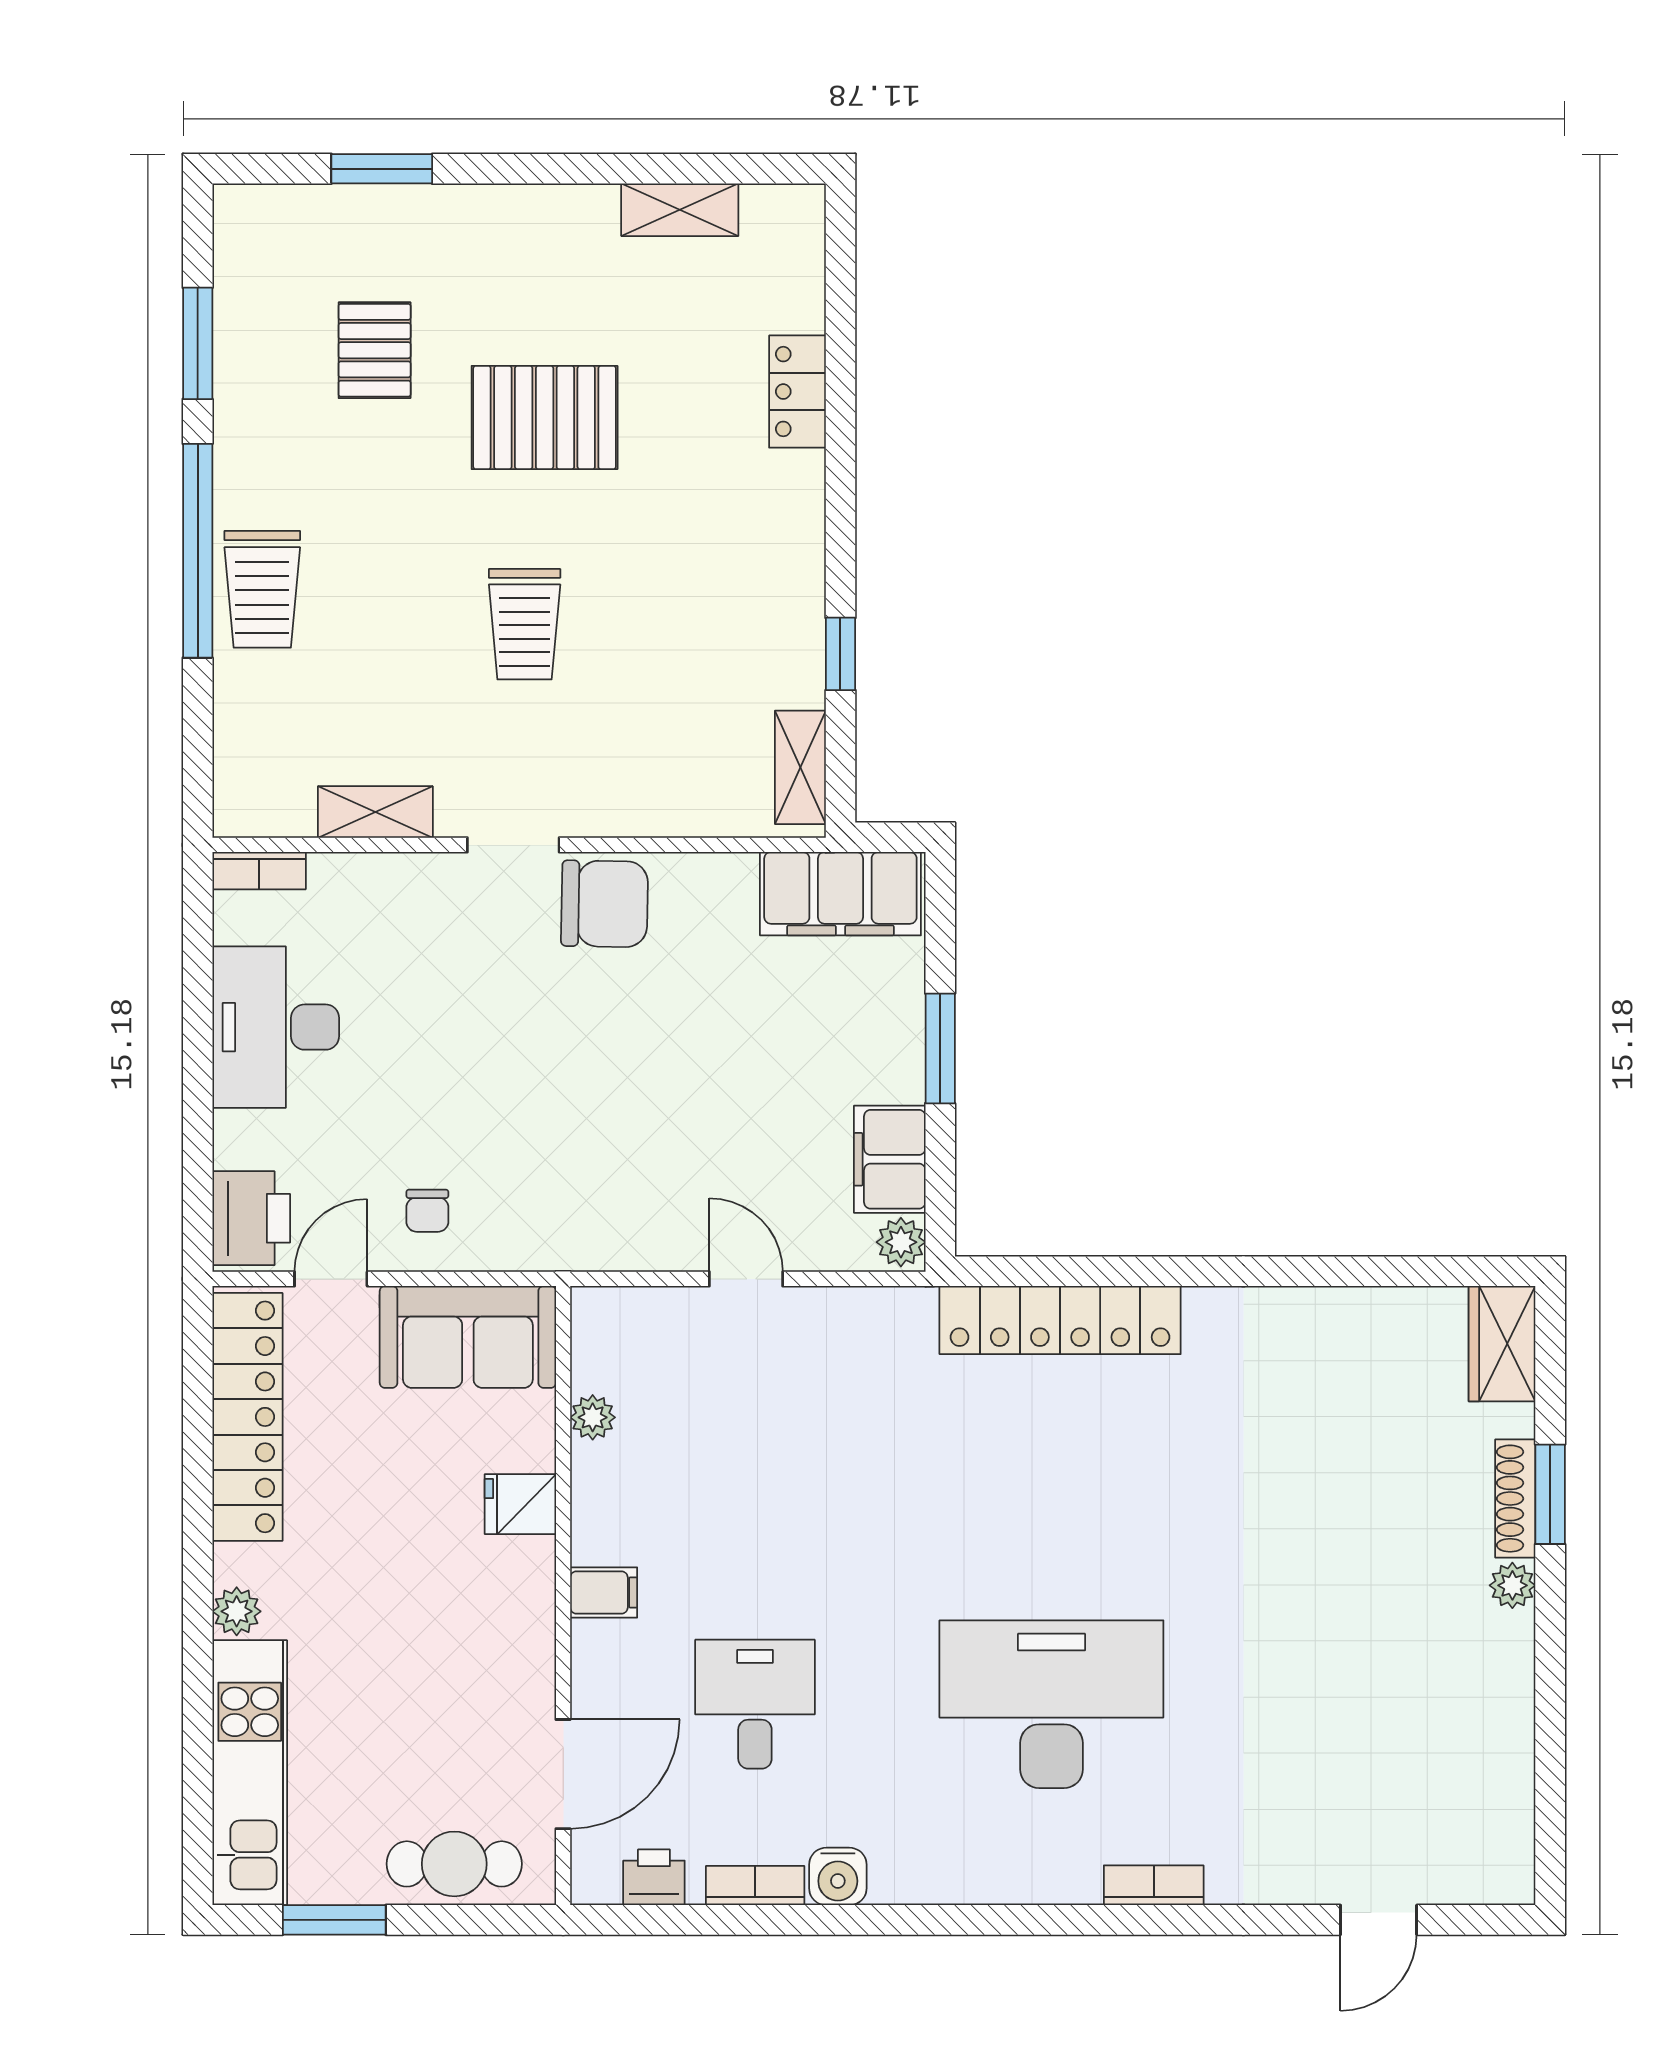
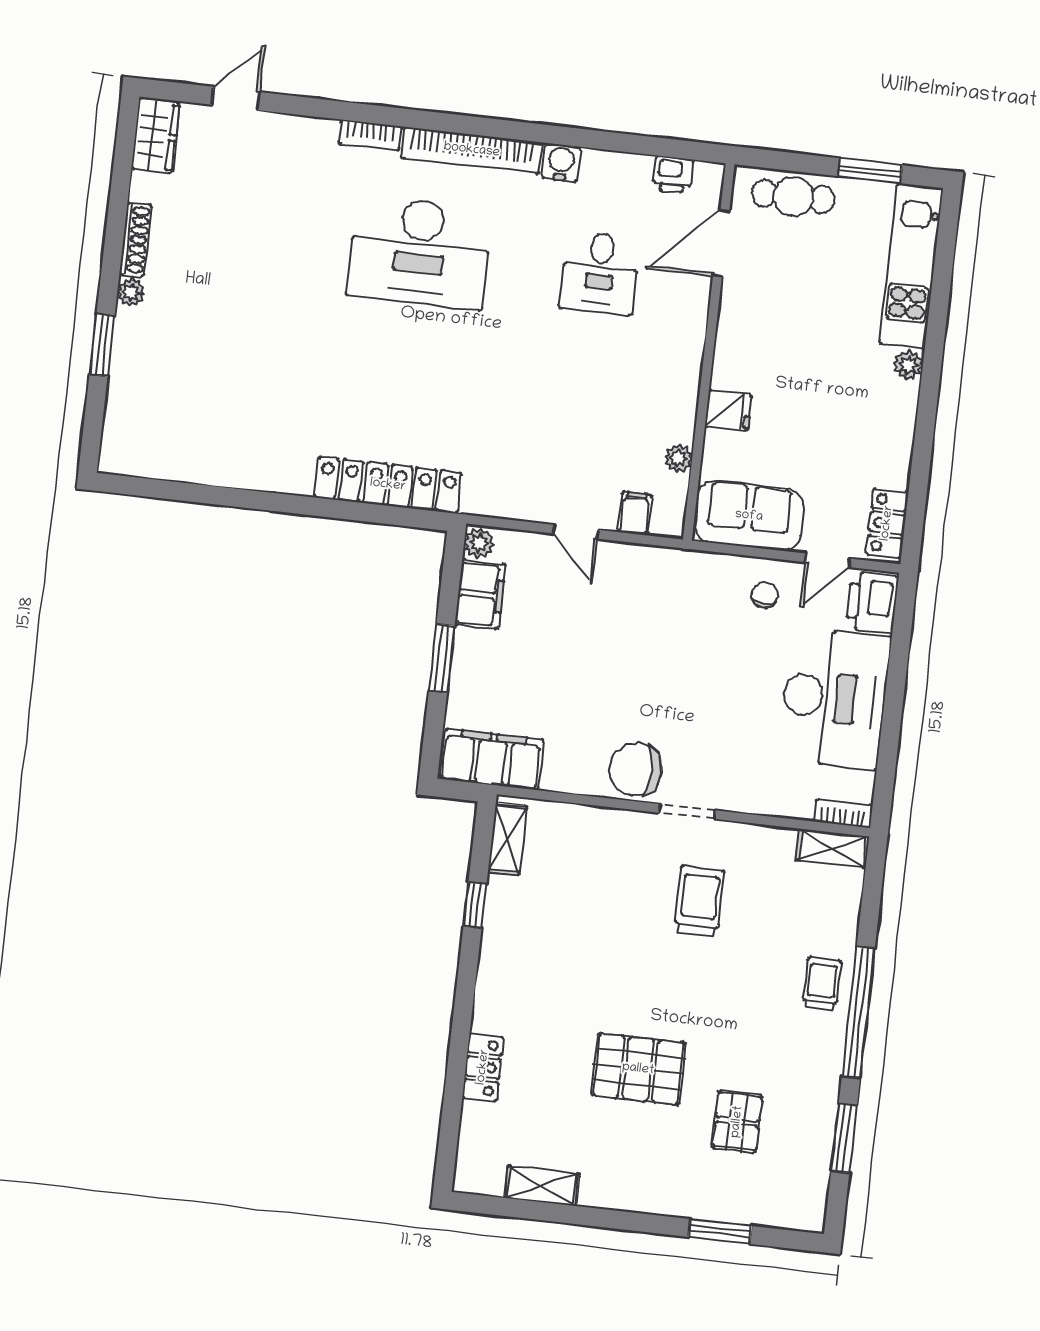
trolley: (262, 589) -> (822, 984), width x0.73, depth x0.72
trolley: (525, 624) -> (699, 901), moved
shelving: (375, 812) -> (833, 848), moved
desk: (276, 1027) -> (834, 698), width x1.36, depth x1.30
wardrobe: (1502, 1344) -> (155, 136), moved
locker: (247, 1417) -> (887, 523), width x0.46, depth x0.83
shoe rack: (1515, 1499) -> (135, 239), moved
filing cabinet: (604, 1592) -> (635, 513), moved, turned 90
bookcase: (755, 1886) -> (472, 150), moved, width x2.31, depth x1.31

